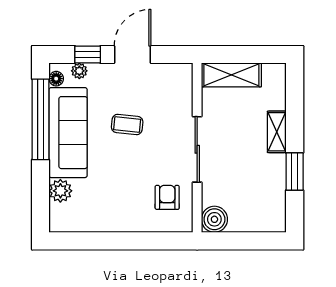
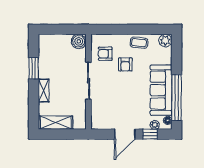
shelving: (231, 75) -> (56, 123), moved
coffee table: (127, 125) -> (139, 43), moved
armchair: (132, 178) -> (125, 64), added
plant: (60, 191) -> (165, 41), moved
armchair: (167, 197) -> (105, 54), turned 90

